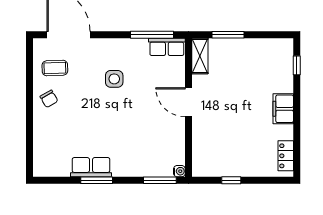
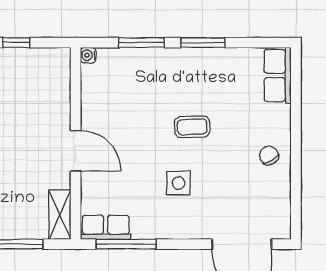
coffee table: (55, 68) -> (192, 127), moved
row of seats: (91, 167) -> (278, 76), moved, turned 90
window: (160, 180) -> (142, 43), moved

